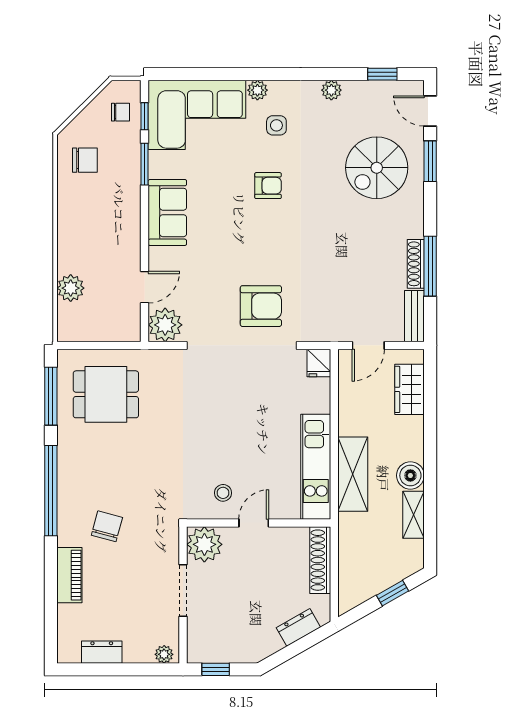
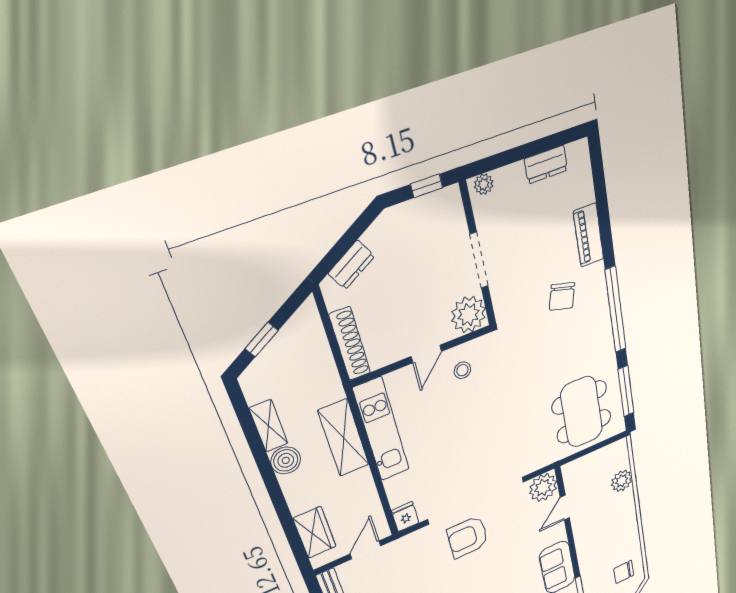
dining table: (106, 394) -> (582, 412), width x1.38

